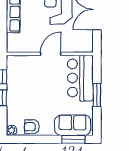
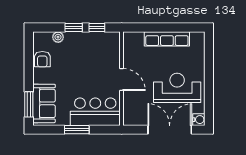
armchair: (32, 127) -> (42, 59), turned 180
plant: (12, 130) -> (58, 37), moved

